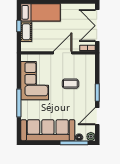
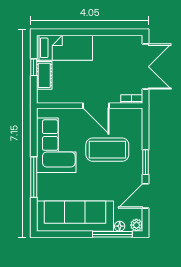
double door: (97, 26) -> (146, 67), swing flipped
door: (63, 53) -> (96, 106), swing flipped
coffee table: (70, 84) -> (107, 150), width x1.86, depth x1.72

